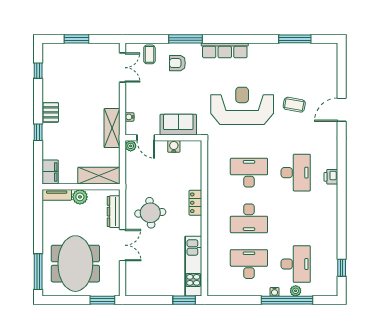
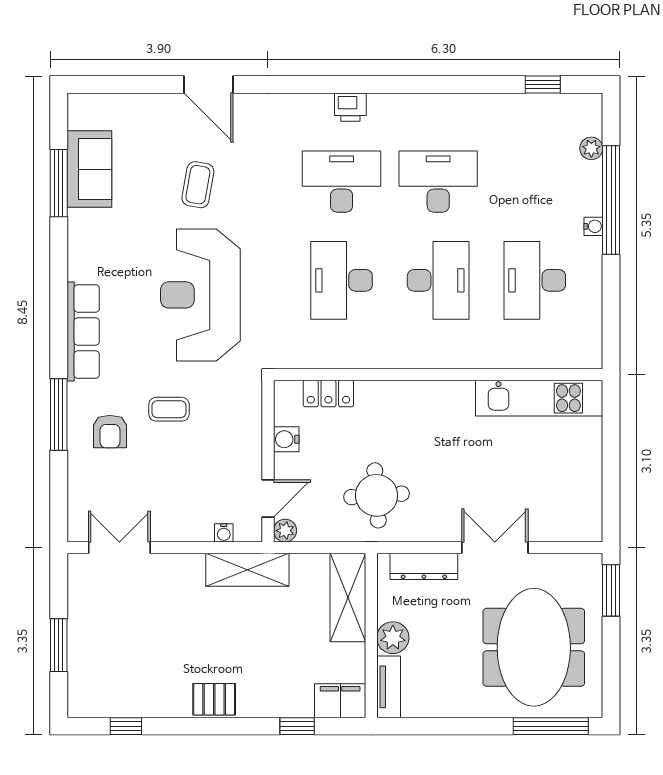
coffee table: (149, 54) -> (169, 409), moved
sofa: (178, 125) -> (89, 169), moved, turned 180
window: (38, 132) -> (297, 726), moved
locker: (195, 203) -> (328, 394), moved
round table: (150, 213) -> (377, 495), moved
meeting table: (75, 264) -> (534, 647), turned 90
desk: (296, 264) -> (438, 182), moved
plant: (296, 291) -> (591, 148), moved
window: (184, 300) -> (611, 418), removed

